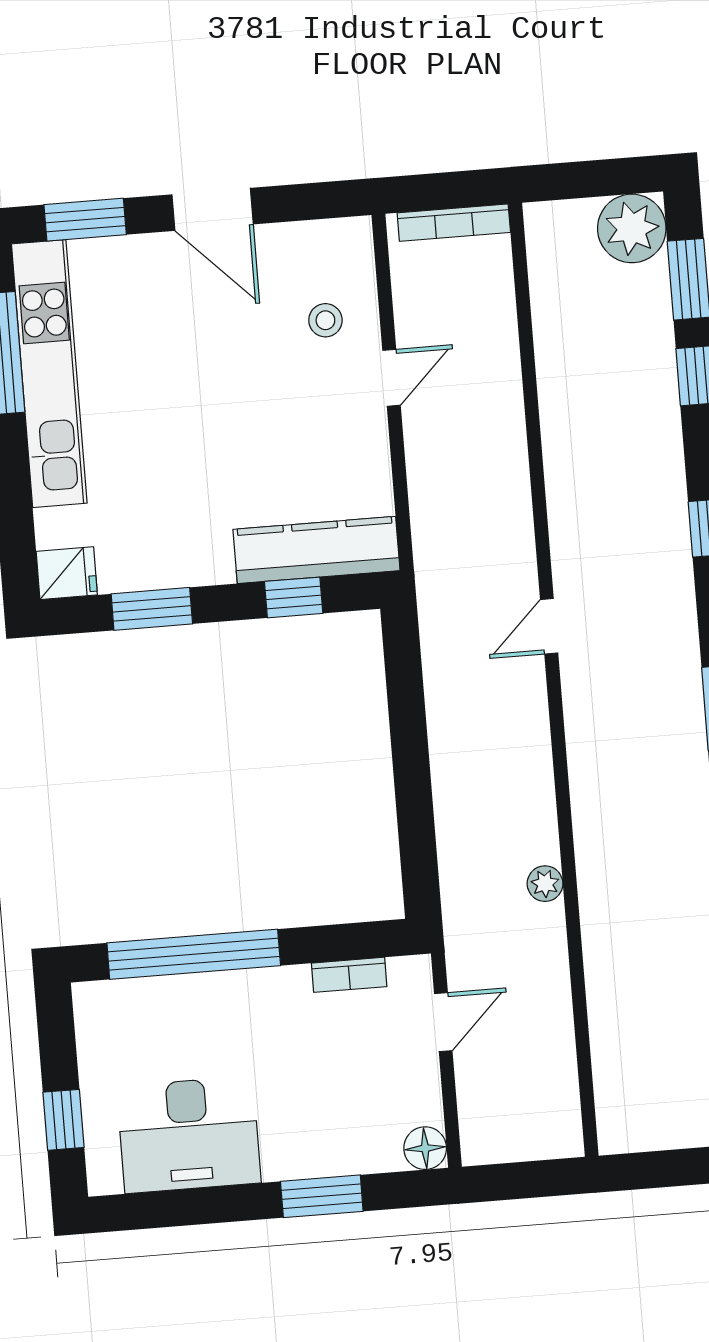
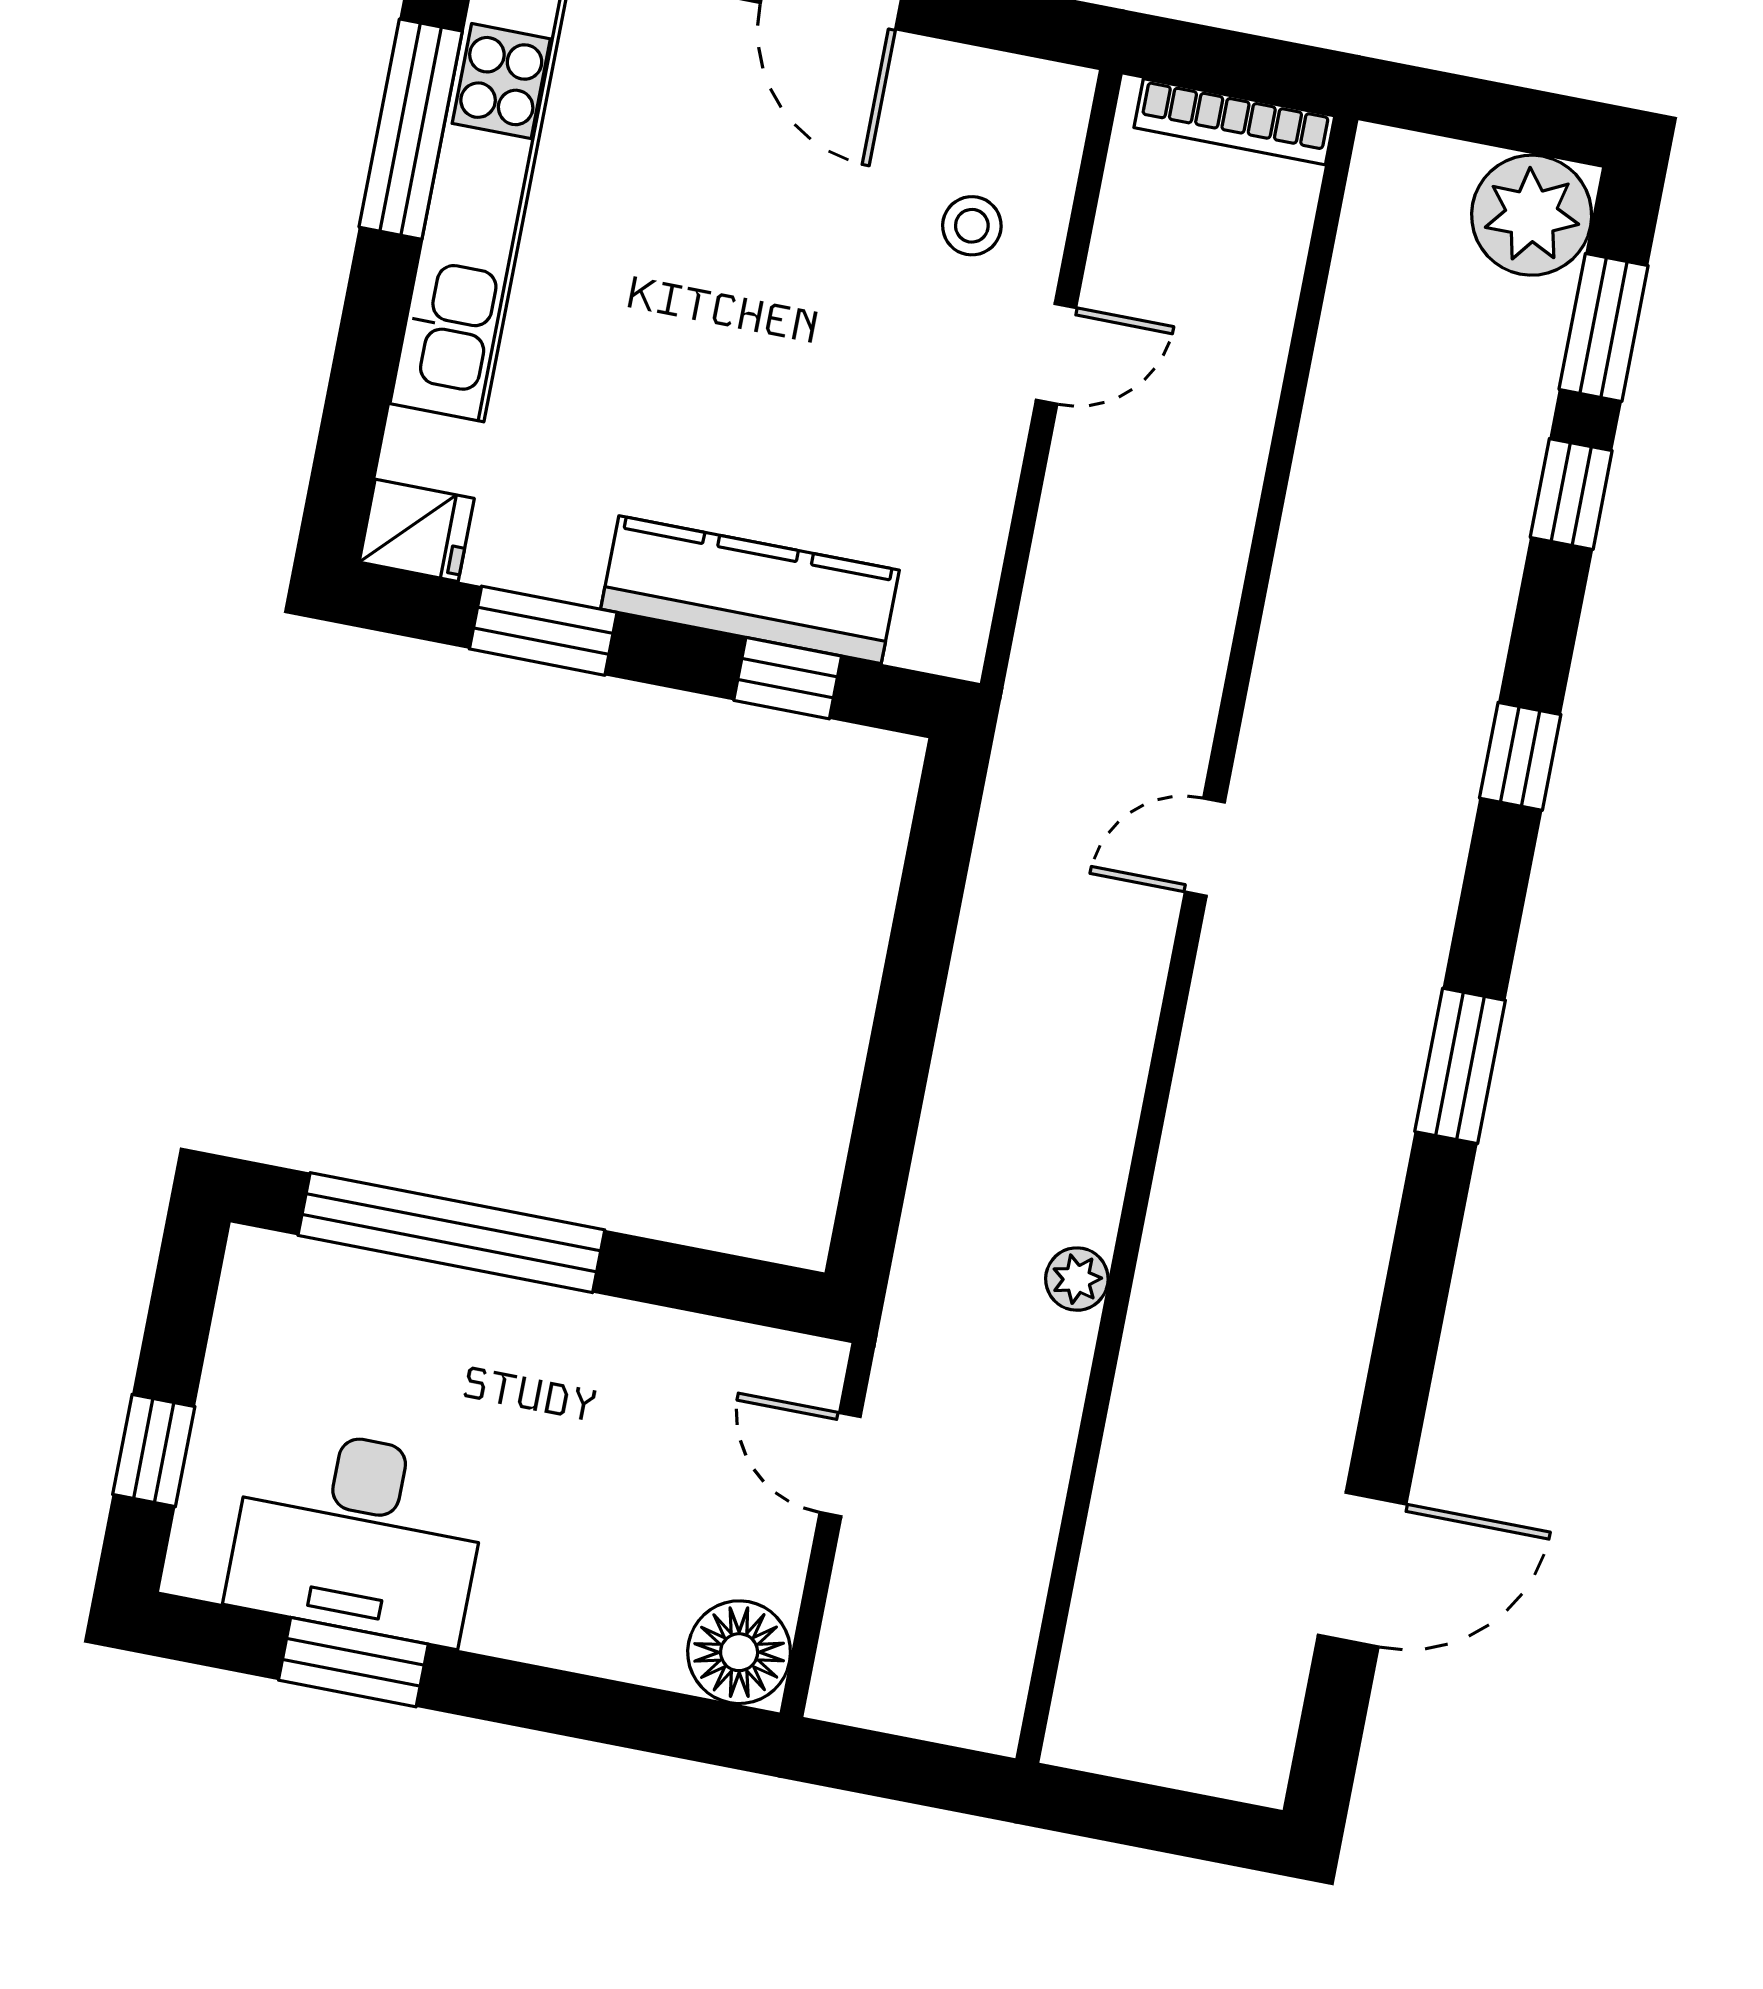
kitchen counter: (316, 550) -> (750, 590), moved
bookcase: (349, 975) -> (704, 1341), removed
door: (443, 1022) -> (840, 1465), swing flipped
floor lamp: (425, 1148) -> (739, 1652), width x1.38, depth x1.38
window: (322, 1196) -> (353, 1662), moved

